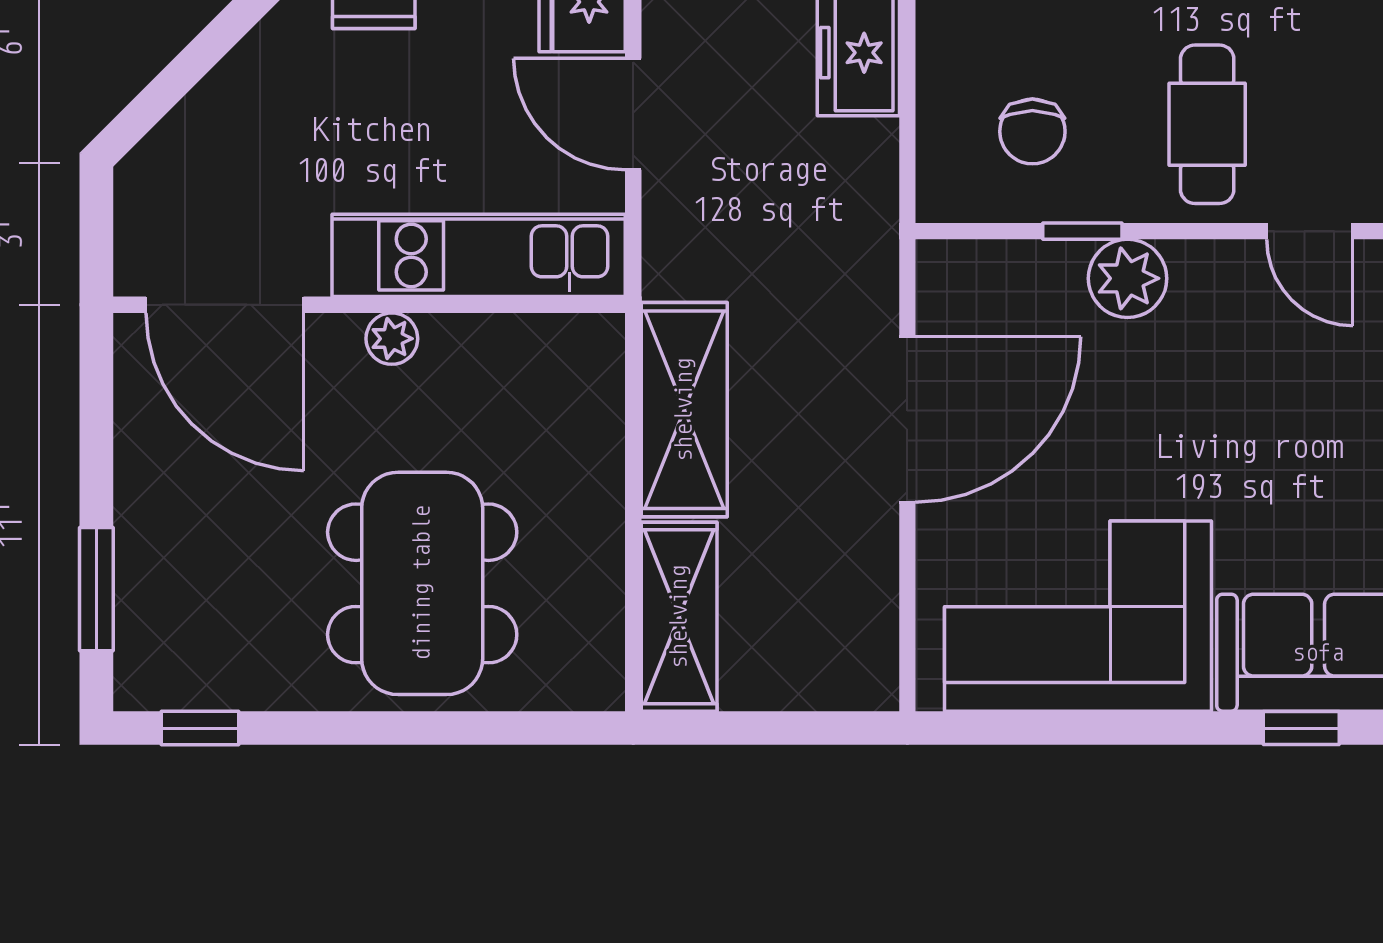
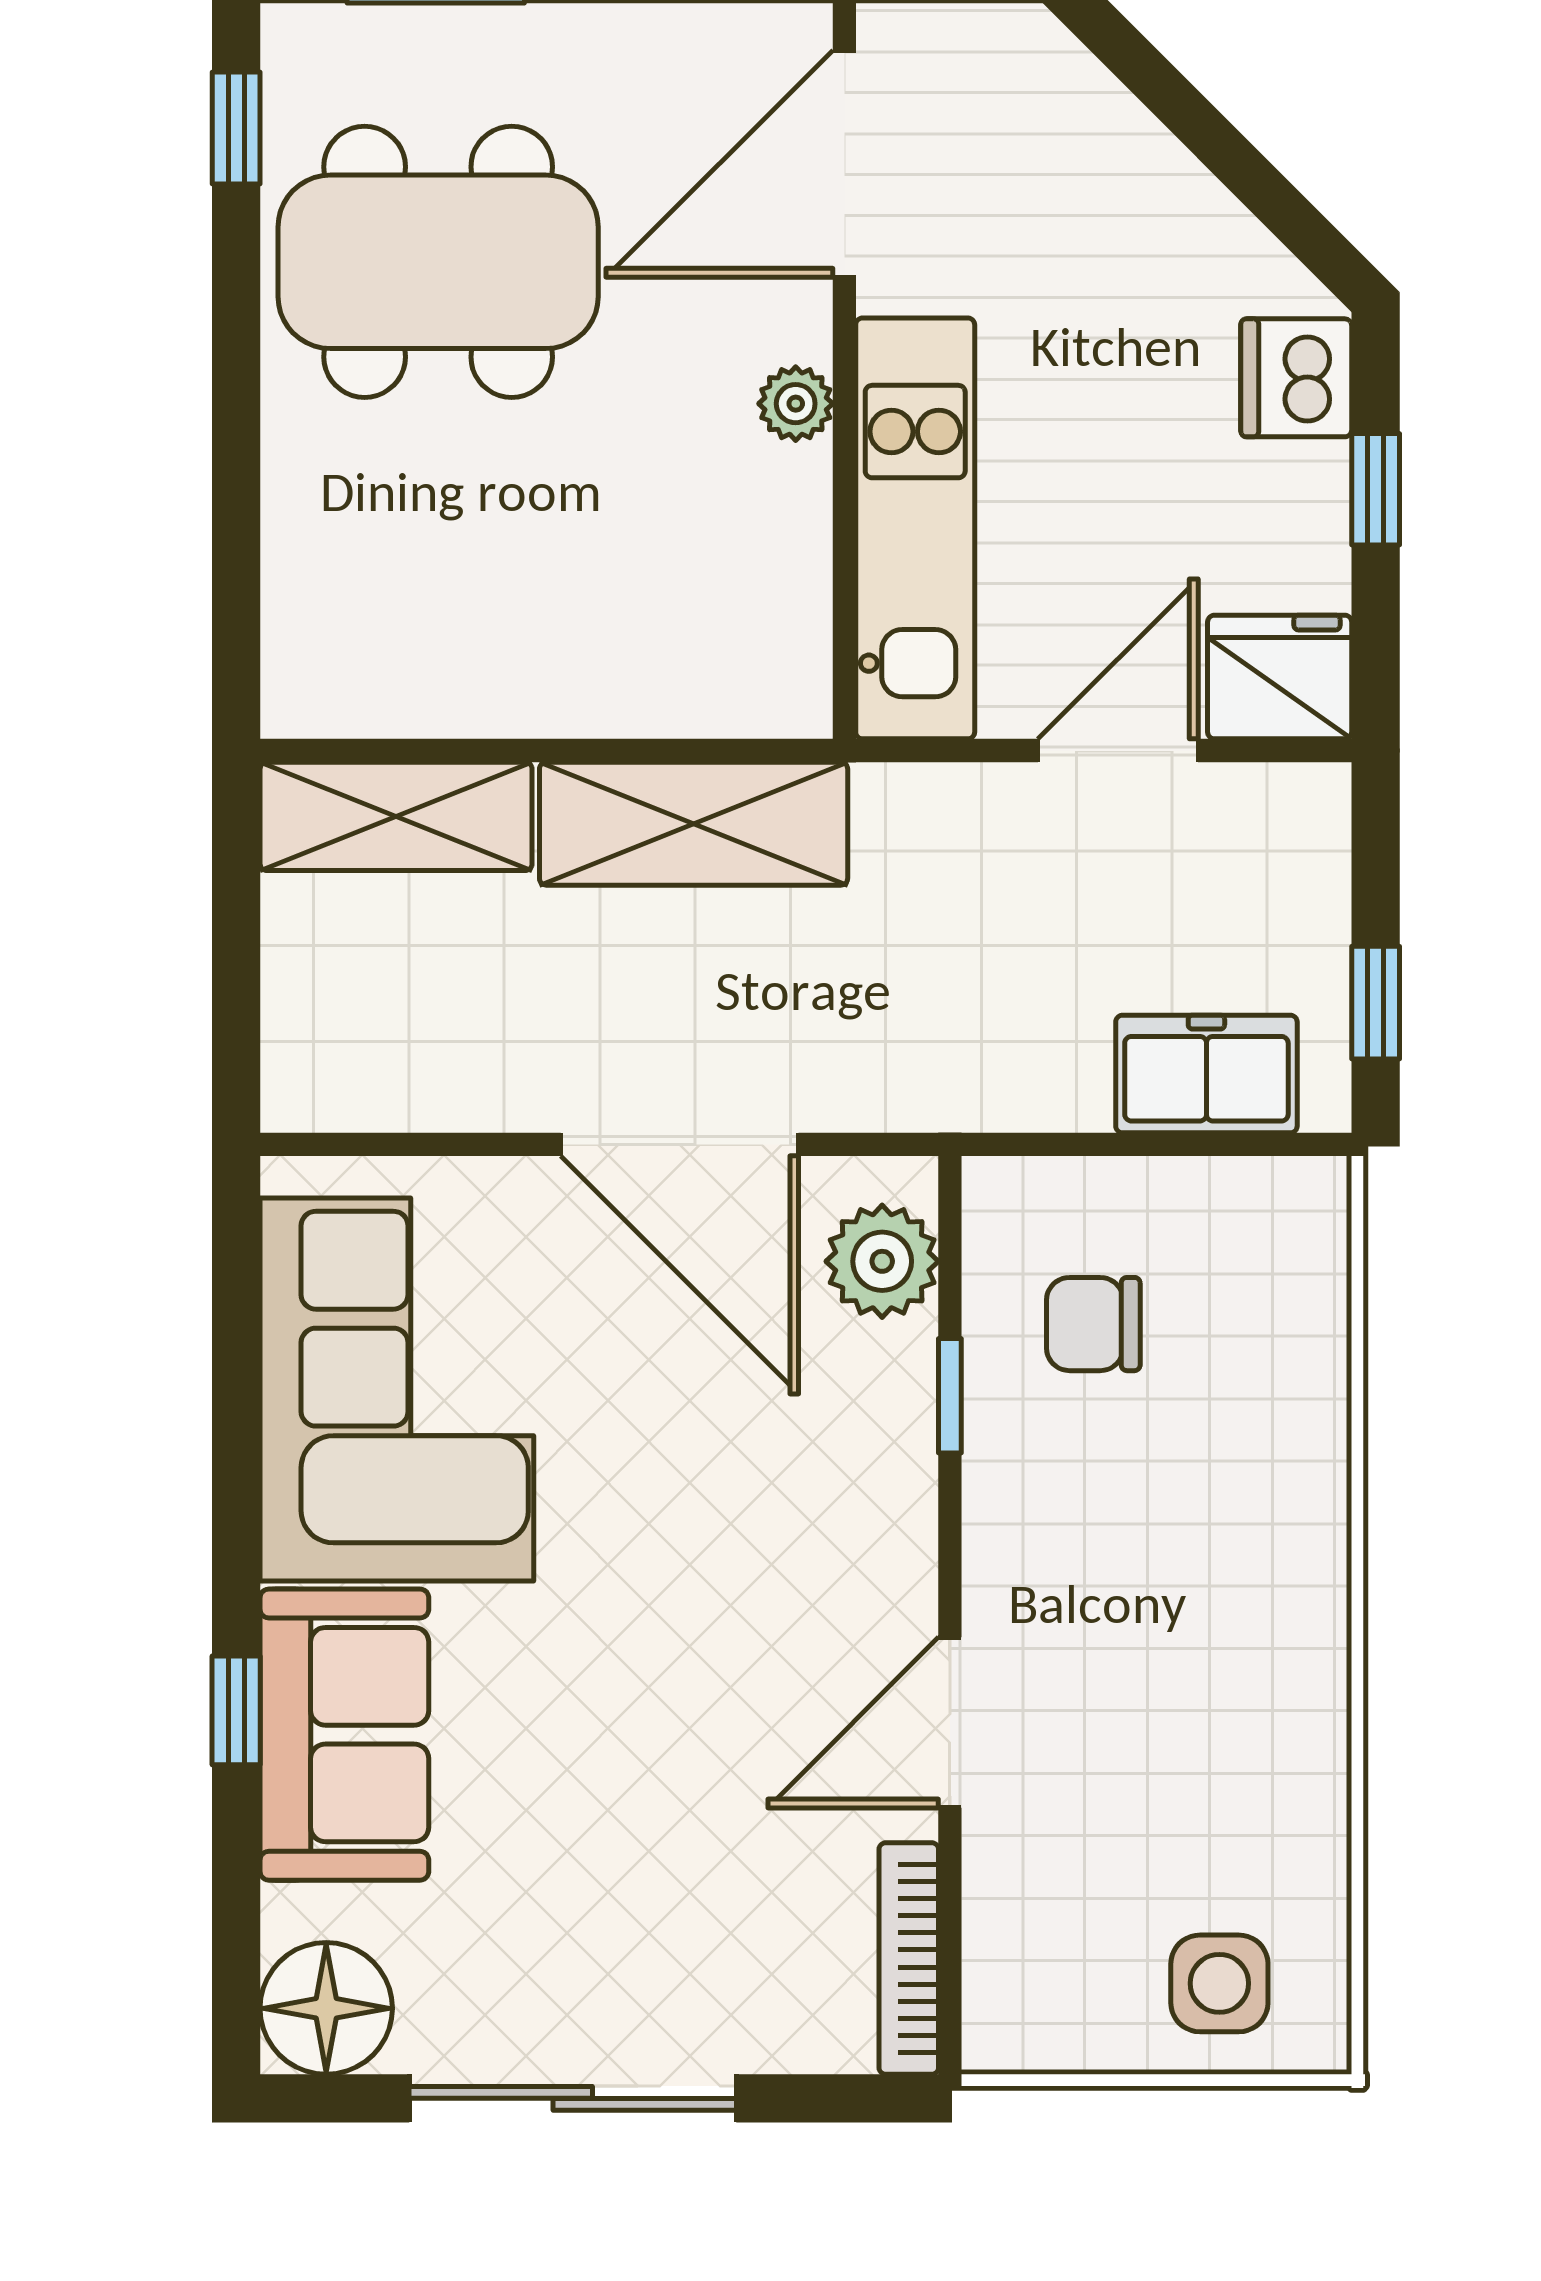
cafe table: (1207, 124) -> (1104, 1575), removed
door: (1310, 231) -> (950, 1723), width x1.38
plant: (1128, 278) -> (882, 1261), moved
dining table: (422, 583) -> (438, 262), moved

